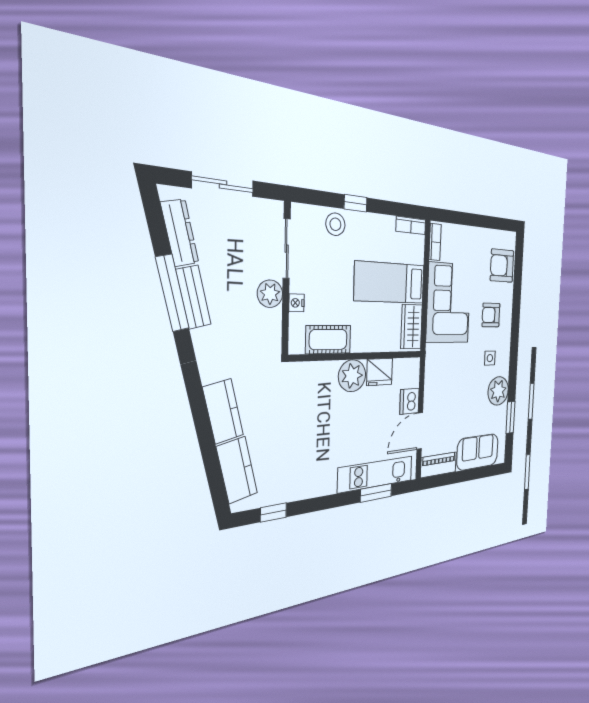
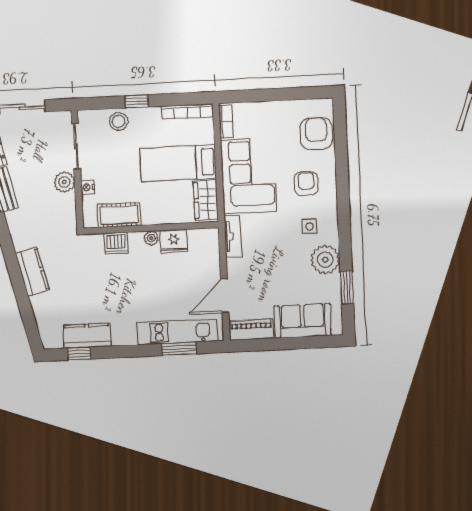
bookcase: (411, 225) -> (187, 111), width x1.56
armchair: (502, 266) -> (316, 134), turned 90
armchair: (491, 315) -> (306, 184), turned 90
tv unit: (431, 367) -> (233, 236), added
plant: (352, 376) -> (151, 238), width x0.53, depth x0.53
dishwasher: (410, 401) -> (116, 243), moved, turned -90
kitchen counter: (237, 470) -> (87, 336), moved, turned -77

